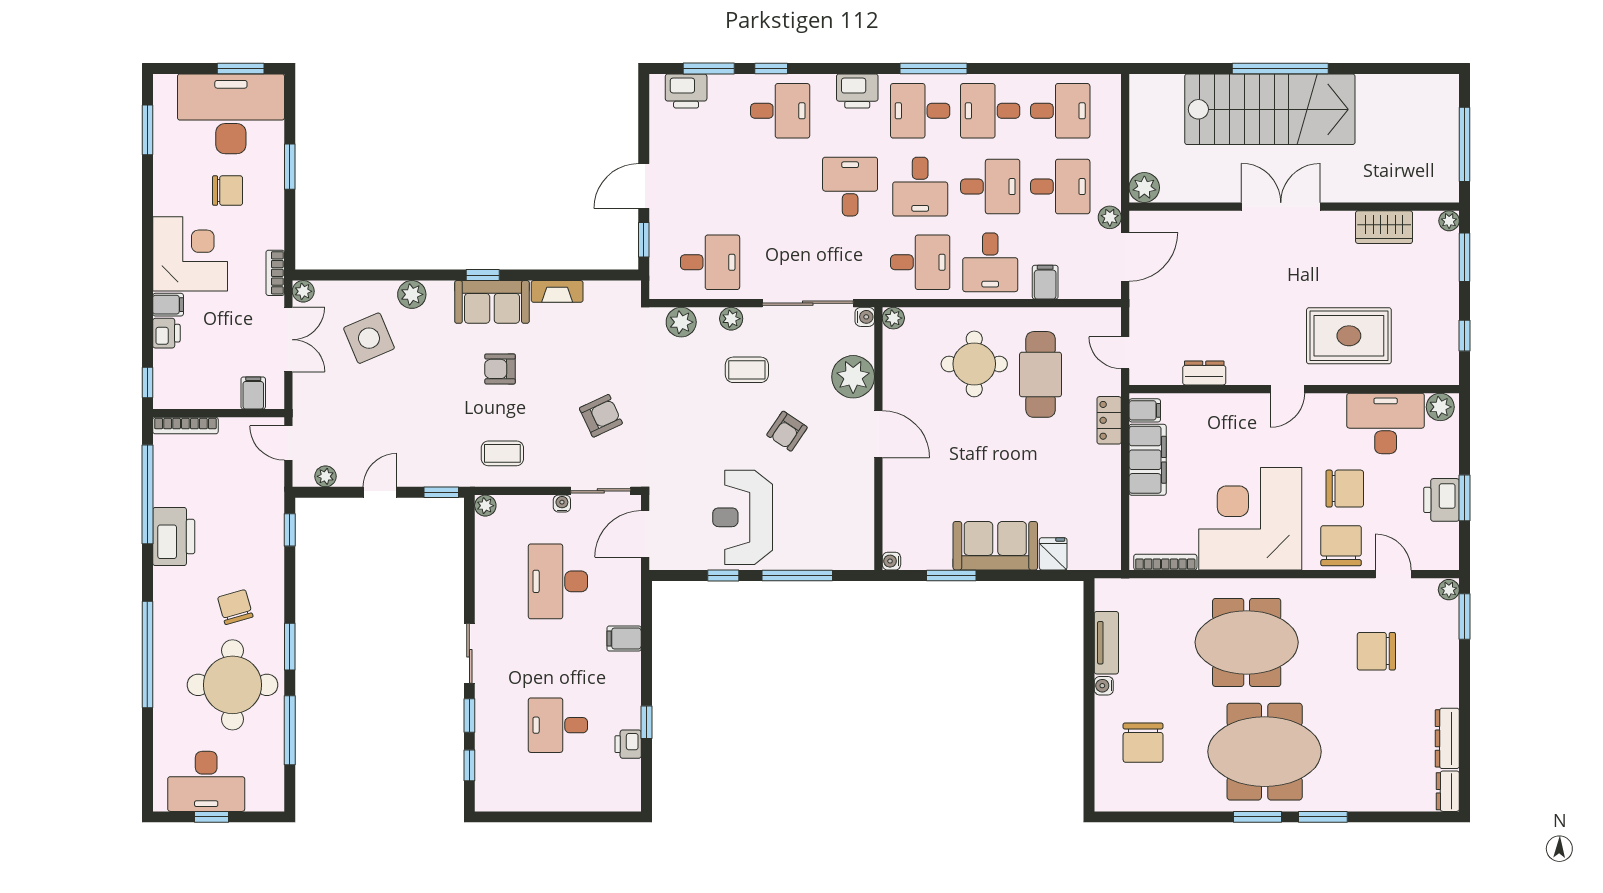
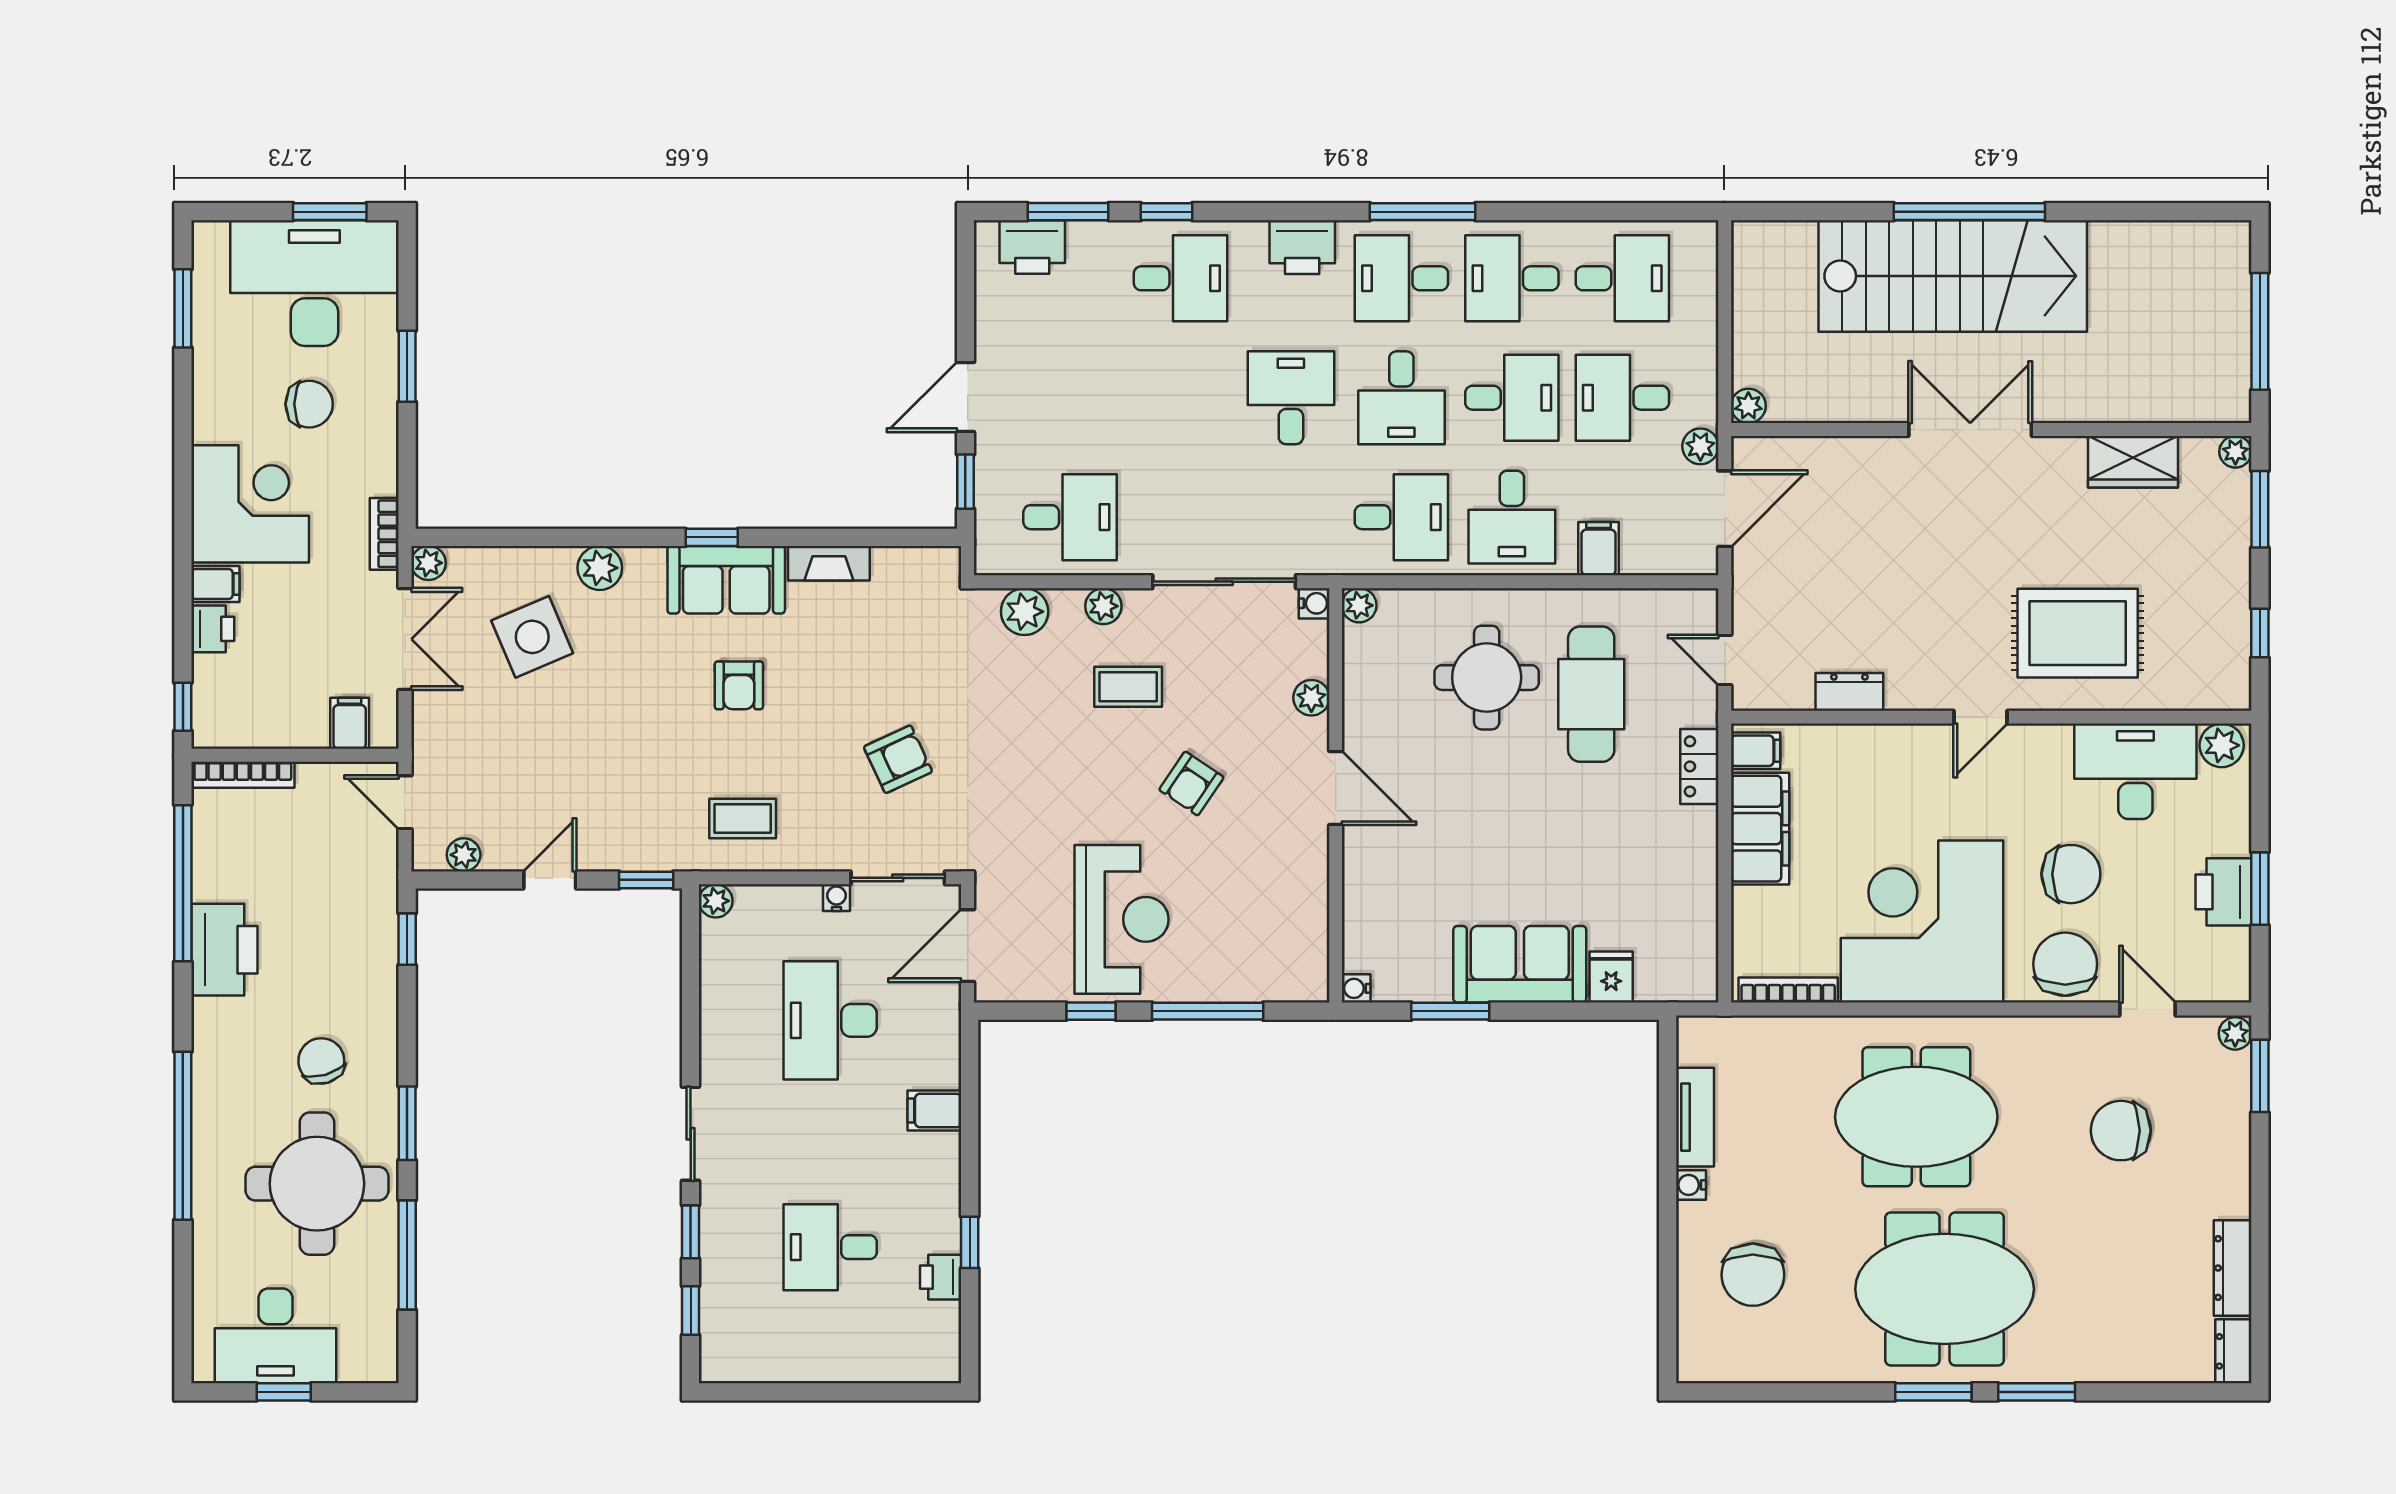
desk: (1060, 187) -> (1622, 398), turned 180
plant: (1144, 188) -> (1748, 406), width x0.73, depth x0.73
armchair: (500, 369) -> (739, 685), turned -90
plant: (853, 377) -> (1311, 698), width x0.53, depth x0.53
reception desk: (743, 517) -> (1121, 919), turned 180

